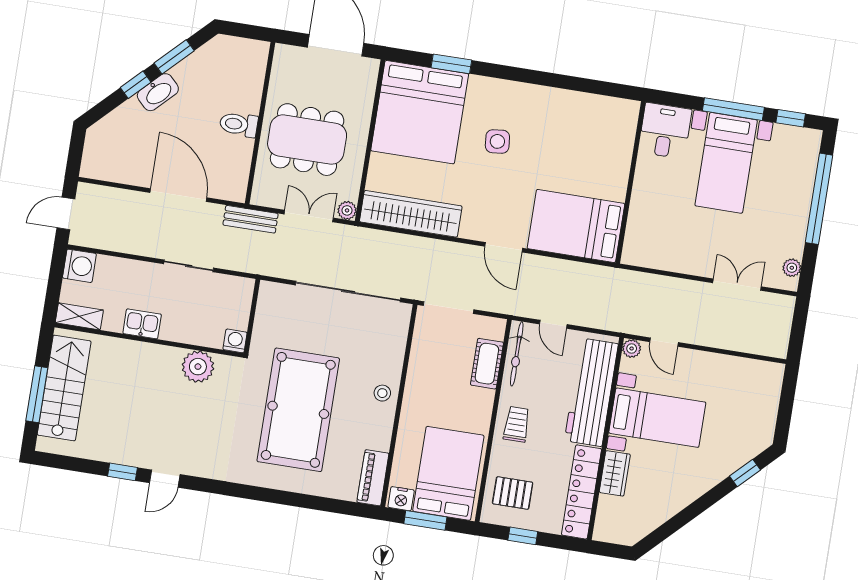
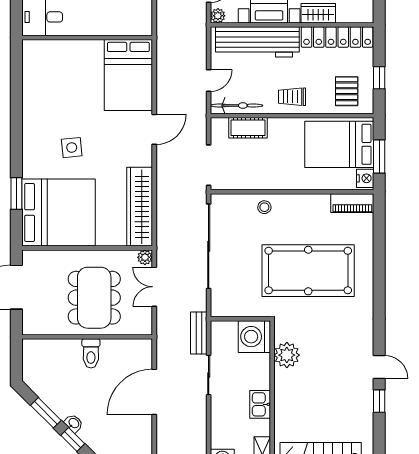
washbasin: (158, 92) -> (74, 423), width x0.52, depth x0.69
bench: (251, 219) -> (199, 333), moved
washing machine: (235, 341) -> (254, 337), width x1.89, depth x1.89
stool: (382, 393) -> (264, 207), moved

